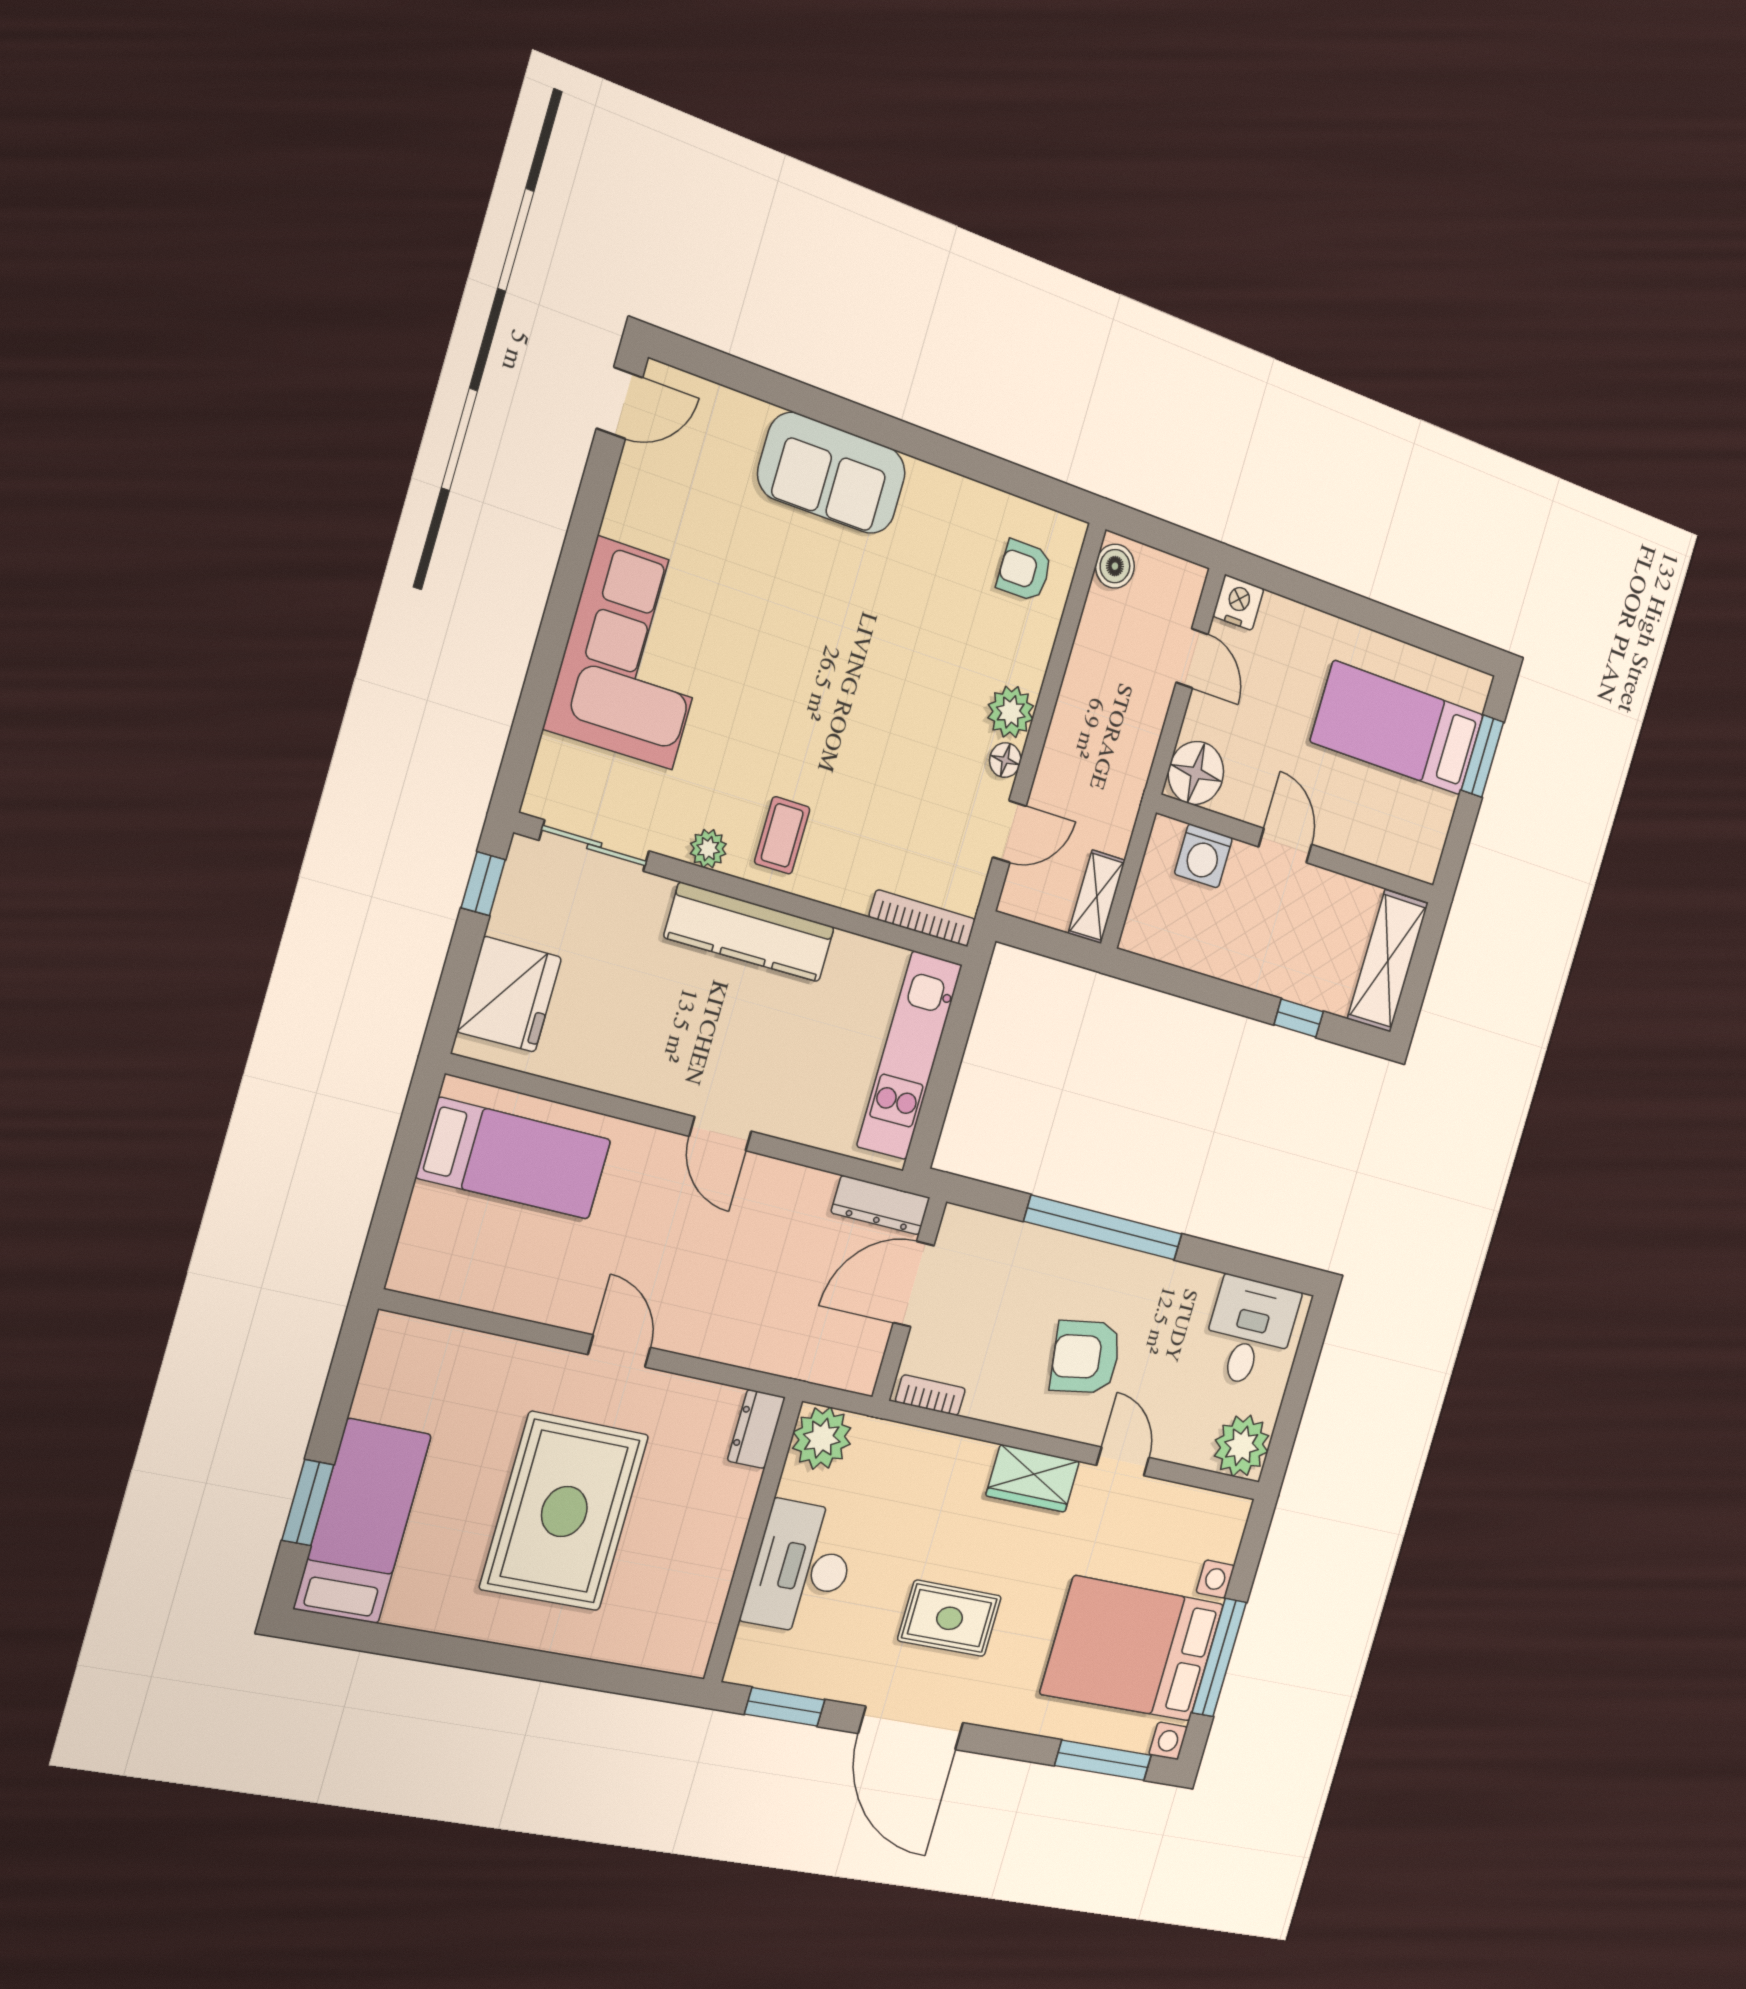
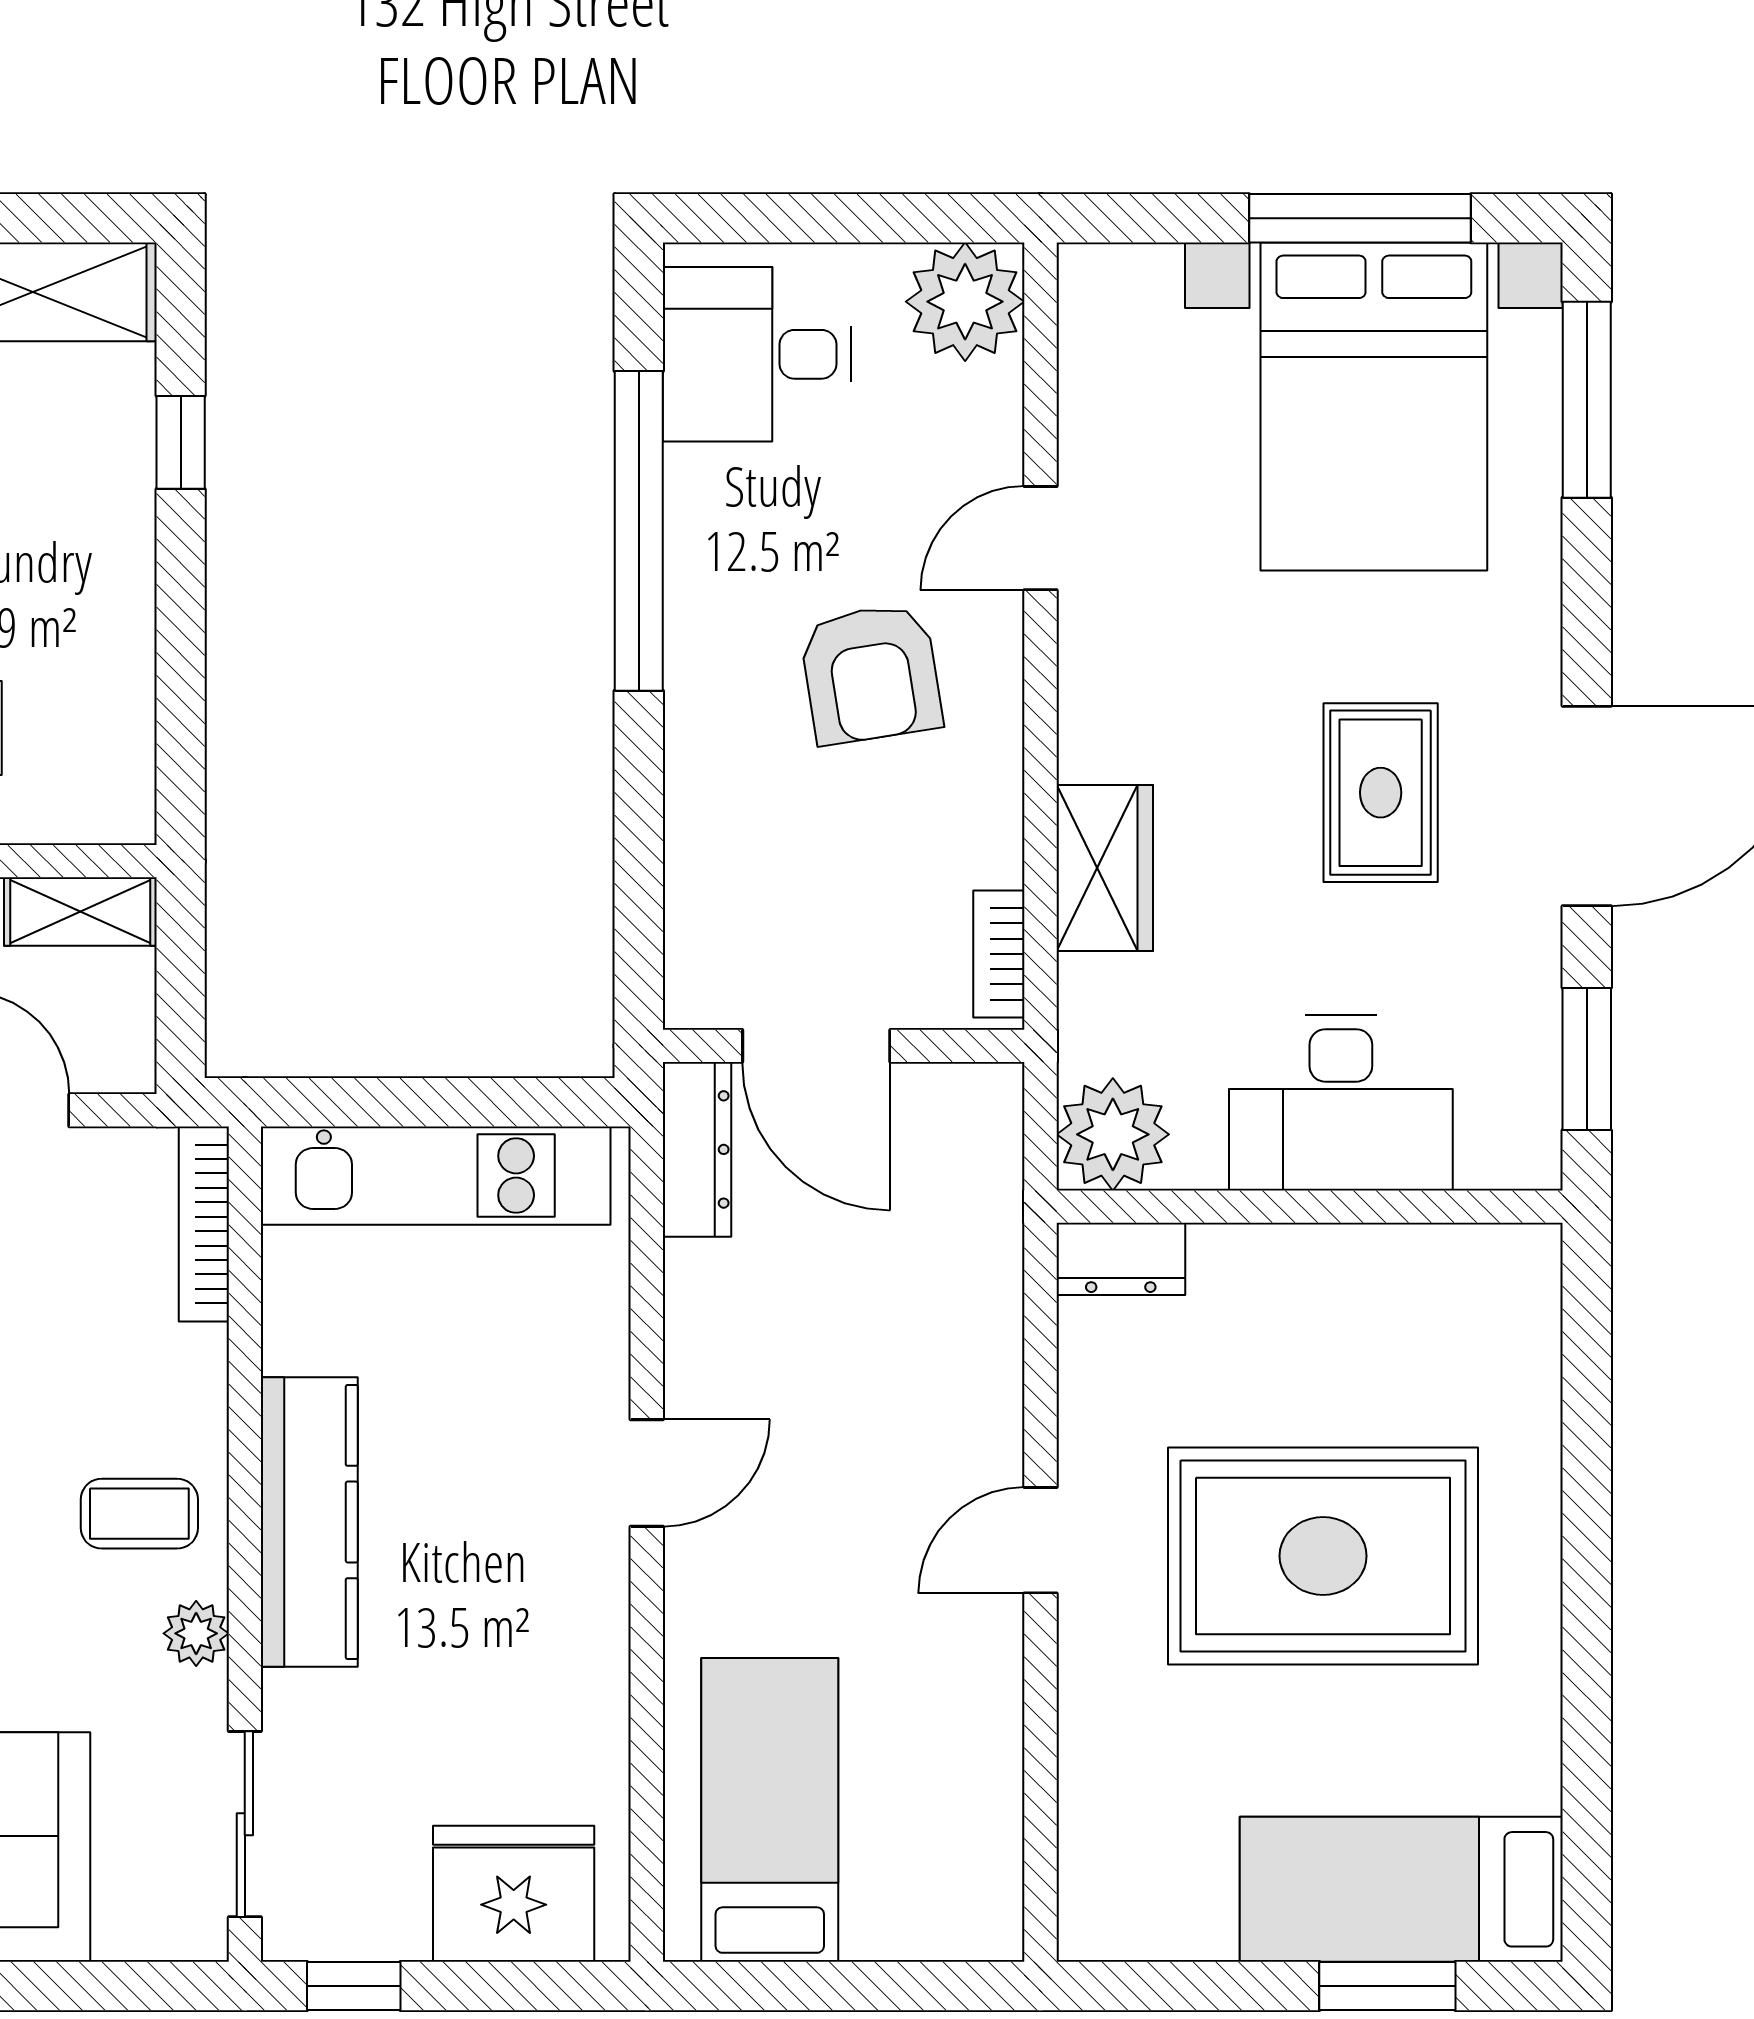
window: (1103, 1228) -> (639, 531), moved
wardrobe: (1033, 1478) -> (1105, 868), moved

